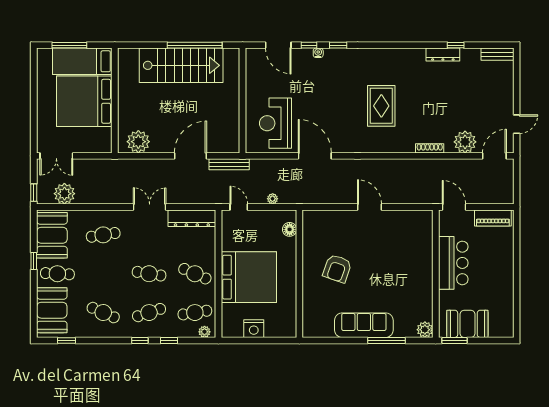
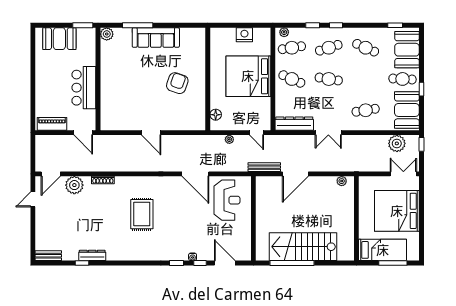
bed: (84, 101) -> (397, 211), moved, turned 180
plant: (138, 142) -> (342, 181), width x0.53, depth x0.53
booth: (467, 324) -> (59, 39), moved

